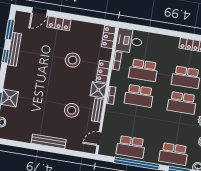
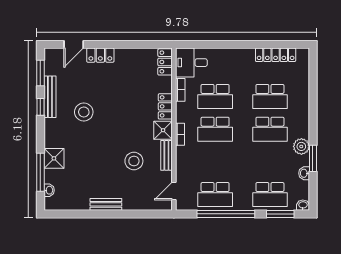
stool: (73, 60) -> (84, 112), moved
bench: (49, 141) -> (106, 204), width x0.73

